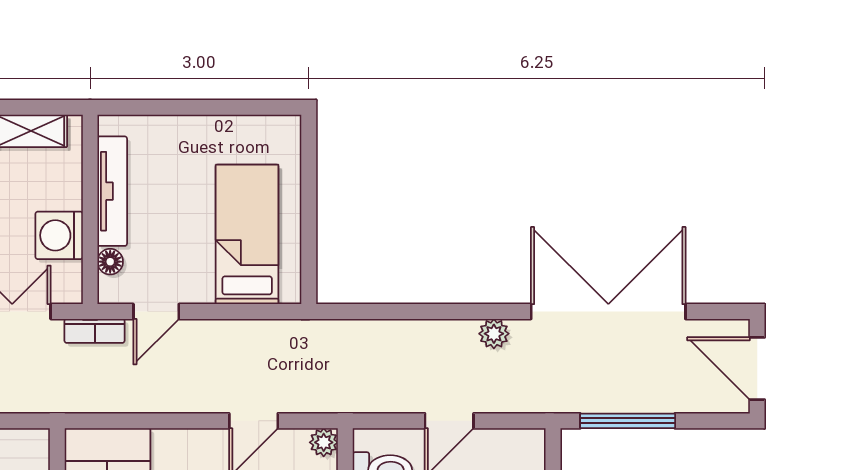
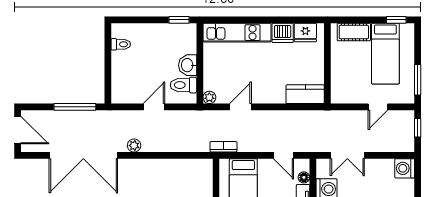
door: (156, 312) -> (284, 155), swing flipped
bookcase: (95, 331) -> (223, 147), moved

